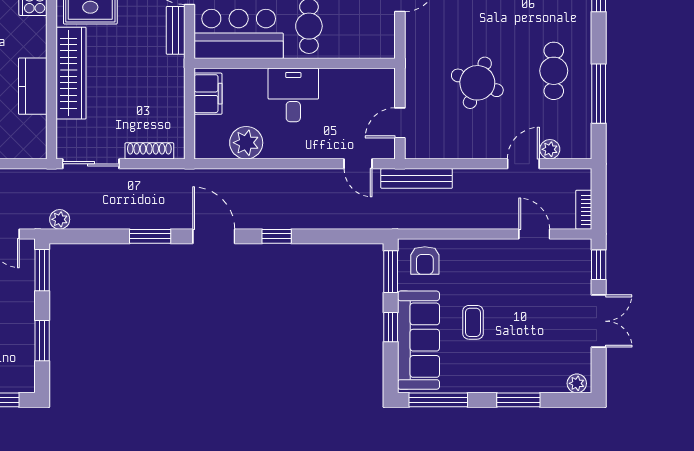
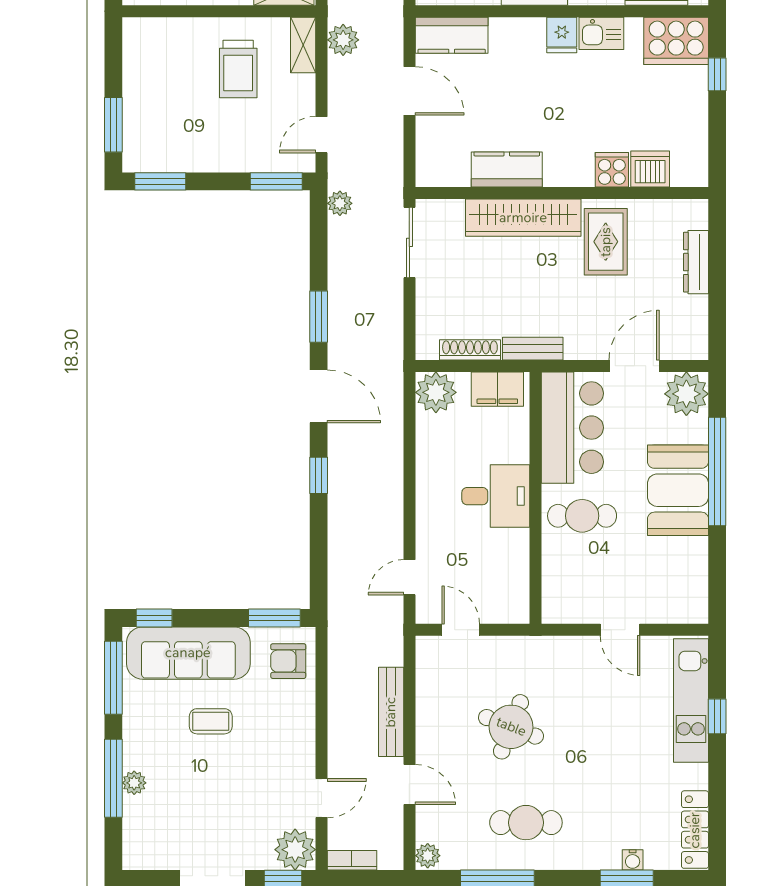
bench: (176, 30) -> (533, 349), moved
plant: (246, 143) -> (436, 392), moved
plant: (550, 149) -> (428, 856), moved
shoe rack: (149, 151) -> (470, 350), moved, turned -90
bench: (417, 178) -> (391, 712), moved
door: (214, 236) -> (319, 396), hinge flipped
plant: (575, 255) -> (295, 850), added
window: (391, 327) -> (154, 618), moved
window: (42, 341) -> (160, 181), moved
plant: (577, 383) -> (134, 783), moved
window: (518, 400) -> (113, 778), width x1.44

